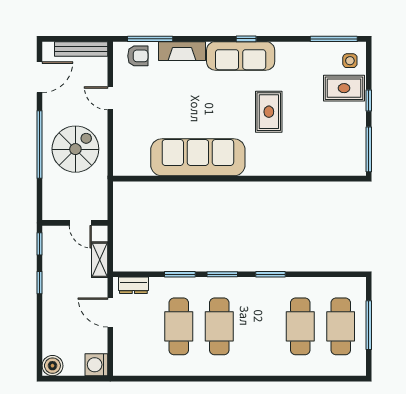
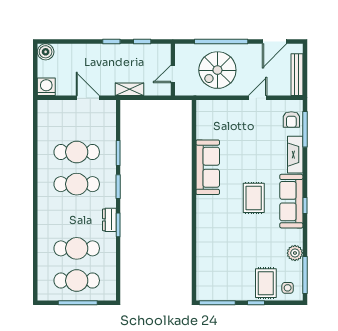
plant: (306, 51) -> (295, 253), added
door: (40, 77) -> (274, 42), hinge flipped
rug: (269, 112) -> (254, 198), moved, turned 90
spiral stairs: (75, 149) -> (217, 70), turned 90
sofa: (198, 157) -> (208, 167), width x0.74, depth x0.79
wall: (75, 223) -> (173, 70), moved
door: (80, 223) -> (173, 74), moved
dresser: (133, 285) -> (109, 220), moved
door: (110, 312) -> (88, 98), hinge flipped

